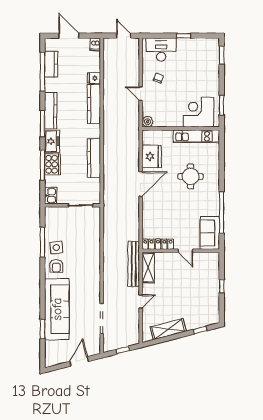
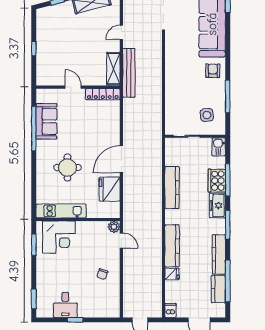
desk: (161, 50) -> (65, 305), moved, width x0.73
door: (141, 94) -> (121, 241), moved
kitchen counter: (51, 111) -> (219, 254), moved
sofa: (210, 233) -> (46, 121), moved
side table: (56, 248) -> (207, 115), moved

